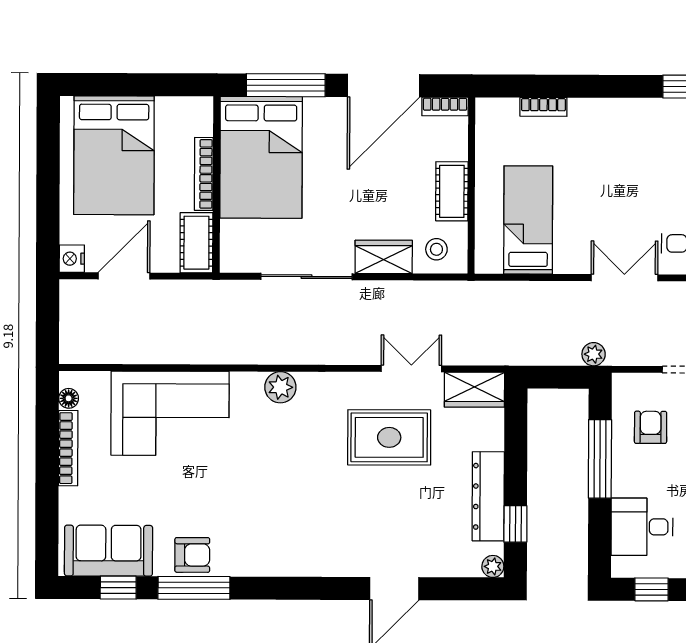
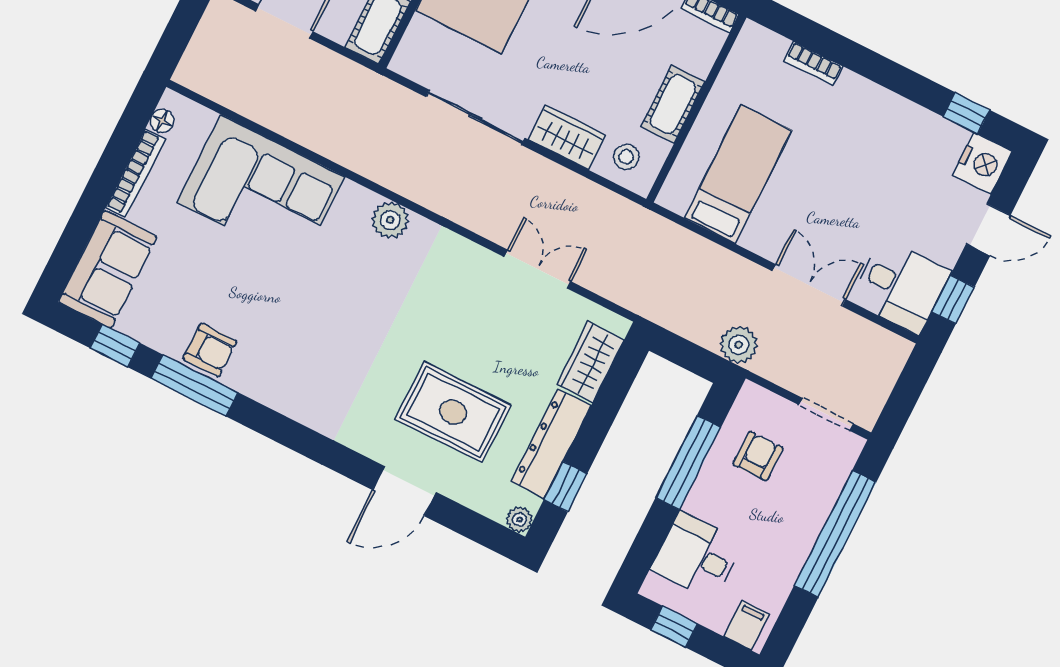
plant: (594, 354) -> (739, 345), width x1.38, depth x1.38
wardrobe: (474, 390) -> (590, 362), moved, turned 90
rug: (389, 437) -> (453, 412), moved
sofa: (108, 551) -> (108, 269), moved, turned 90

